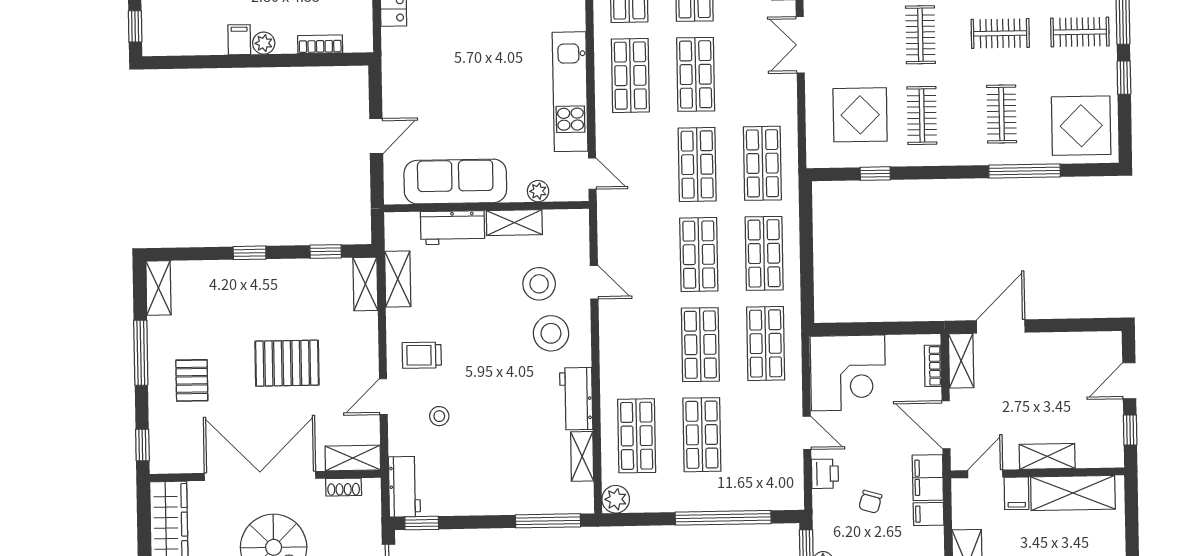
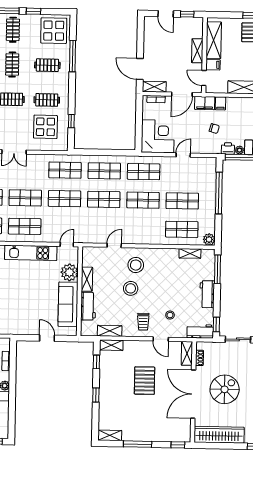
plant: (538, 191) -> (69, 272), width x1.88, depth x1.88
stool: (539, 284) -> (131, 288), moved
pallet: (192, 380) -> (151, 422), removed
workbench: (576, 399) -> (207, 294), moved, turned 90
printer: (825, 474) -> (228, 148), moved

